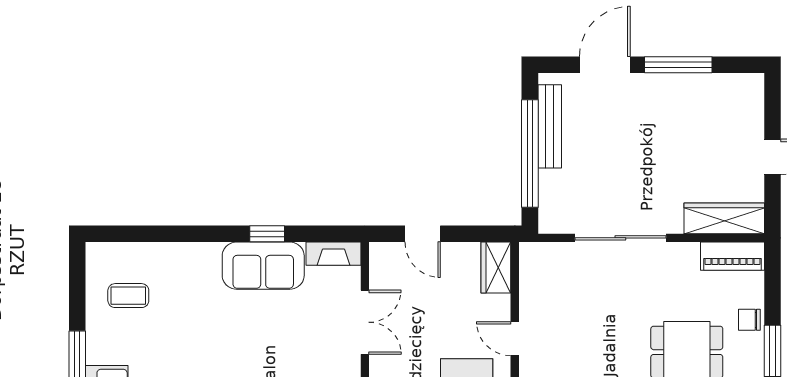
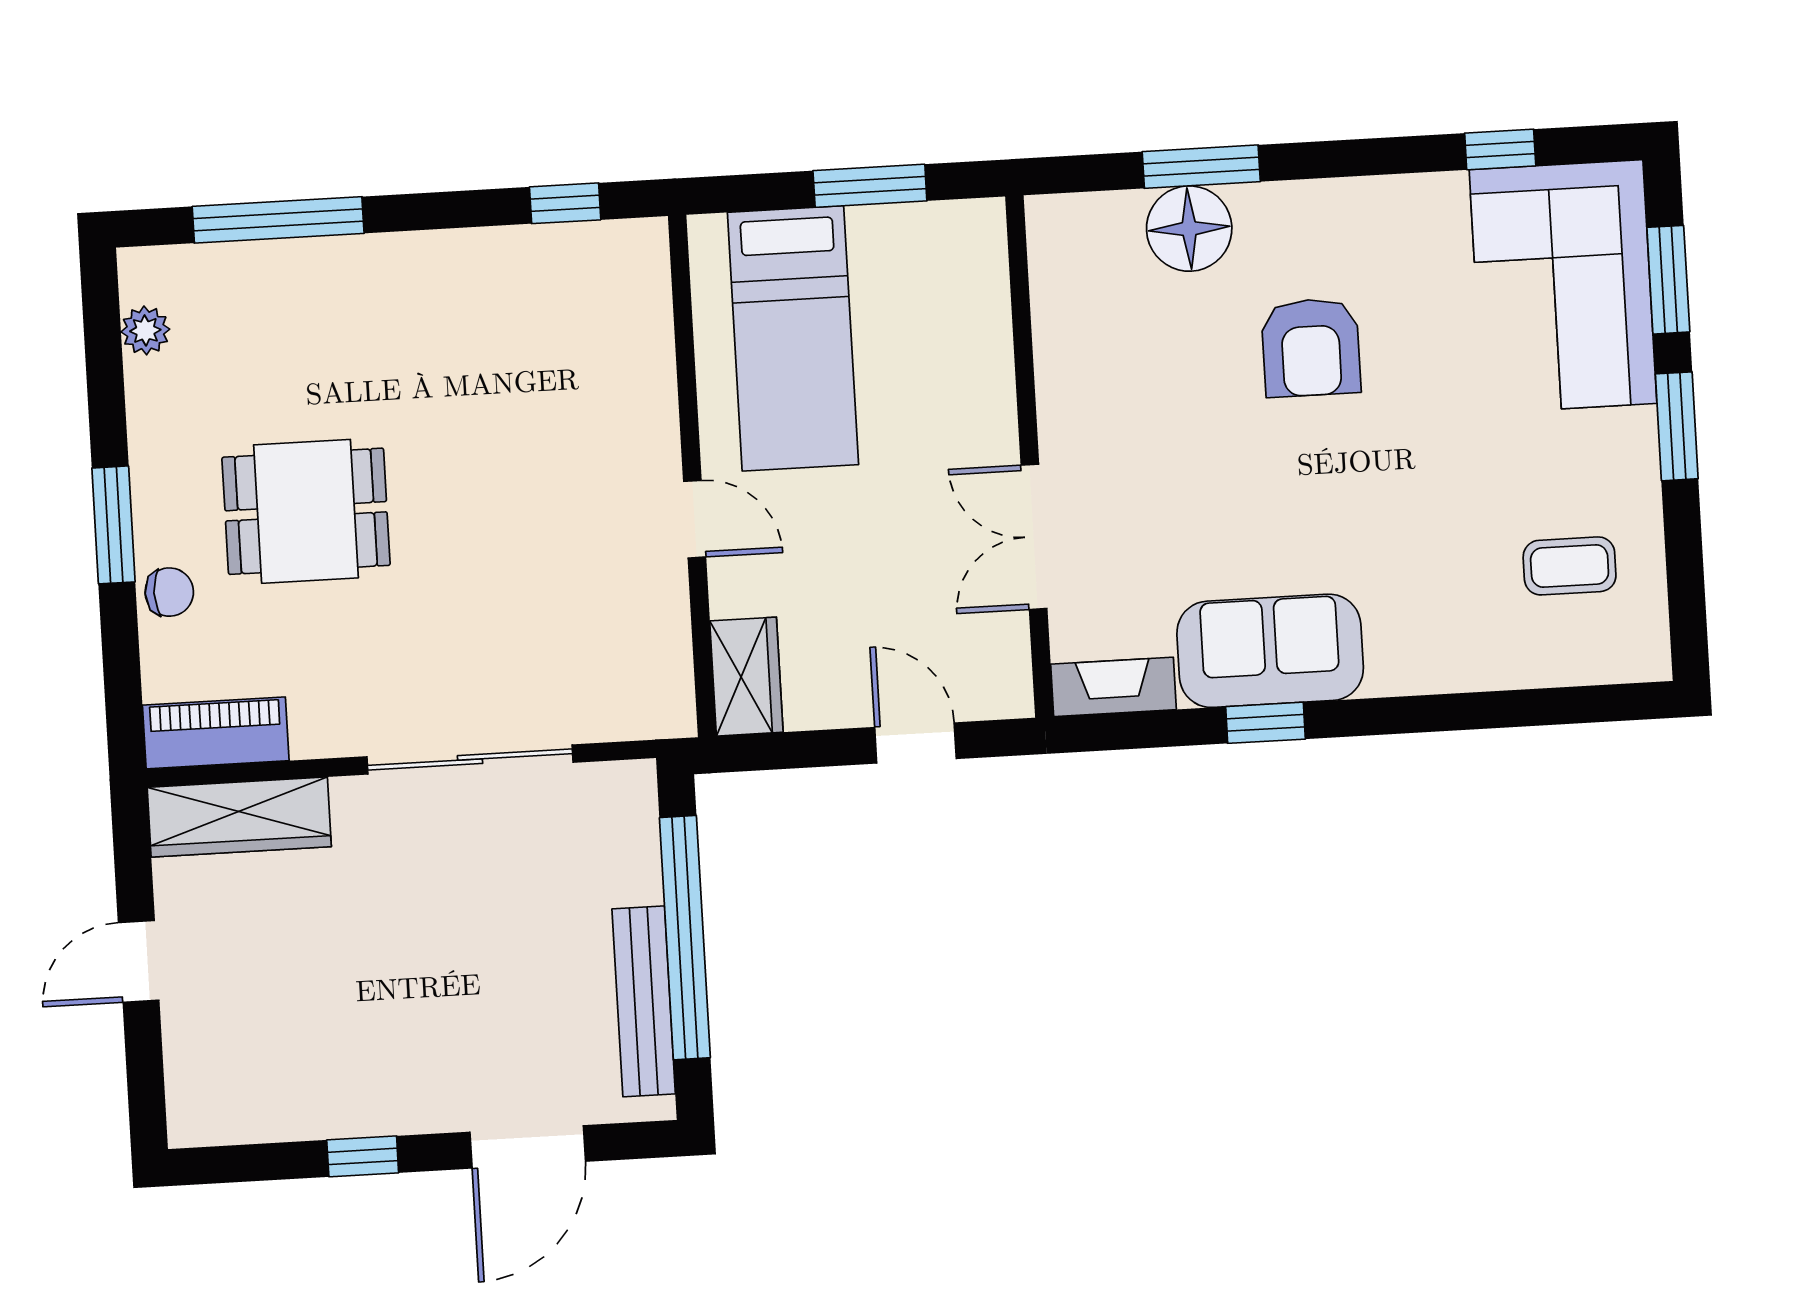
window: (678, 65) -> (363, 1156), width x0.46

